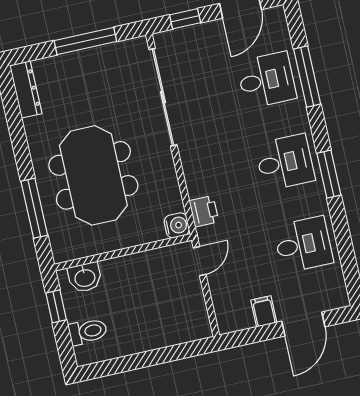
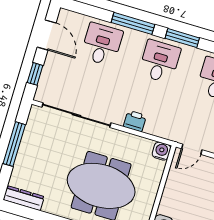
window: (307, 76) -> (133, 23), moved
printer: (204, 211) -> (135, 121), moved
door: (200, 261) -> (192, 149), swing flipped

